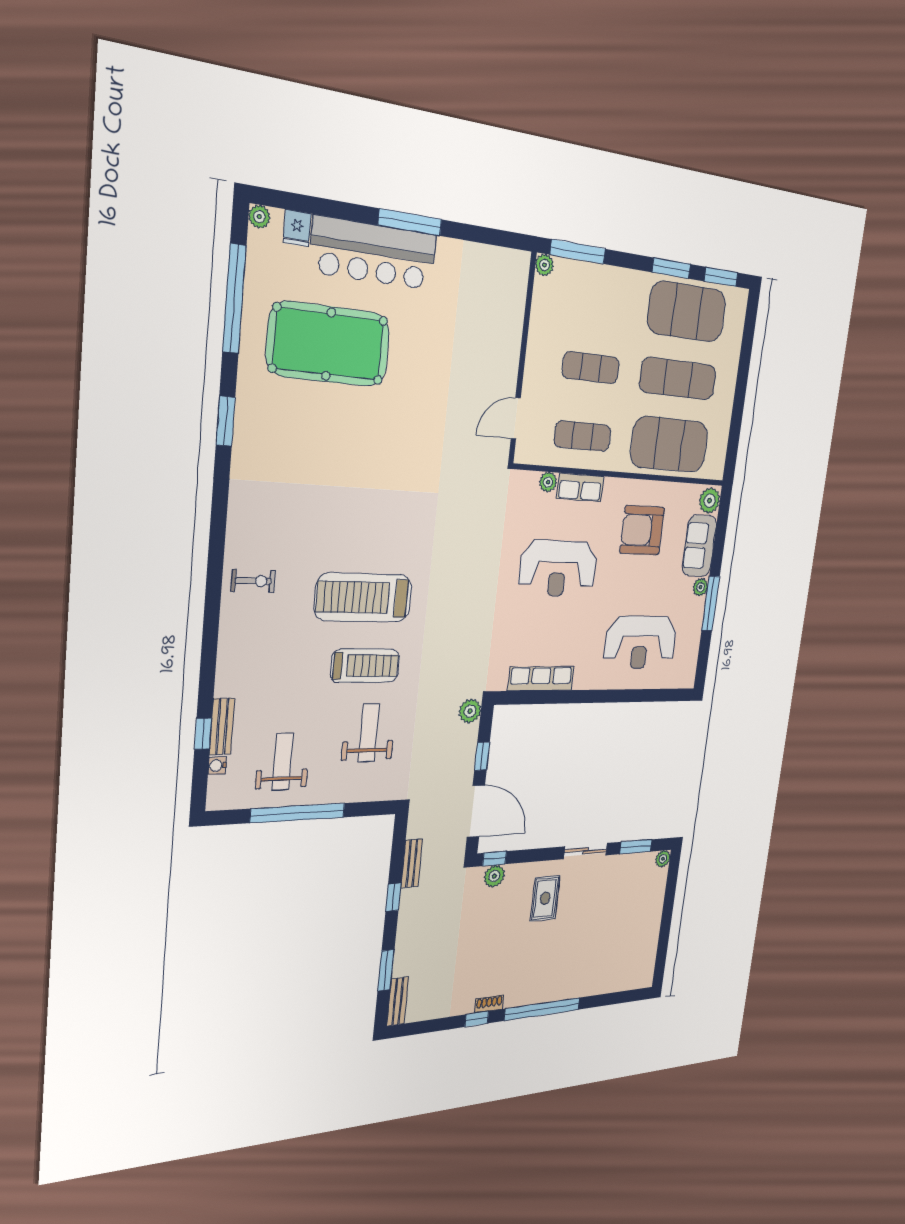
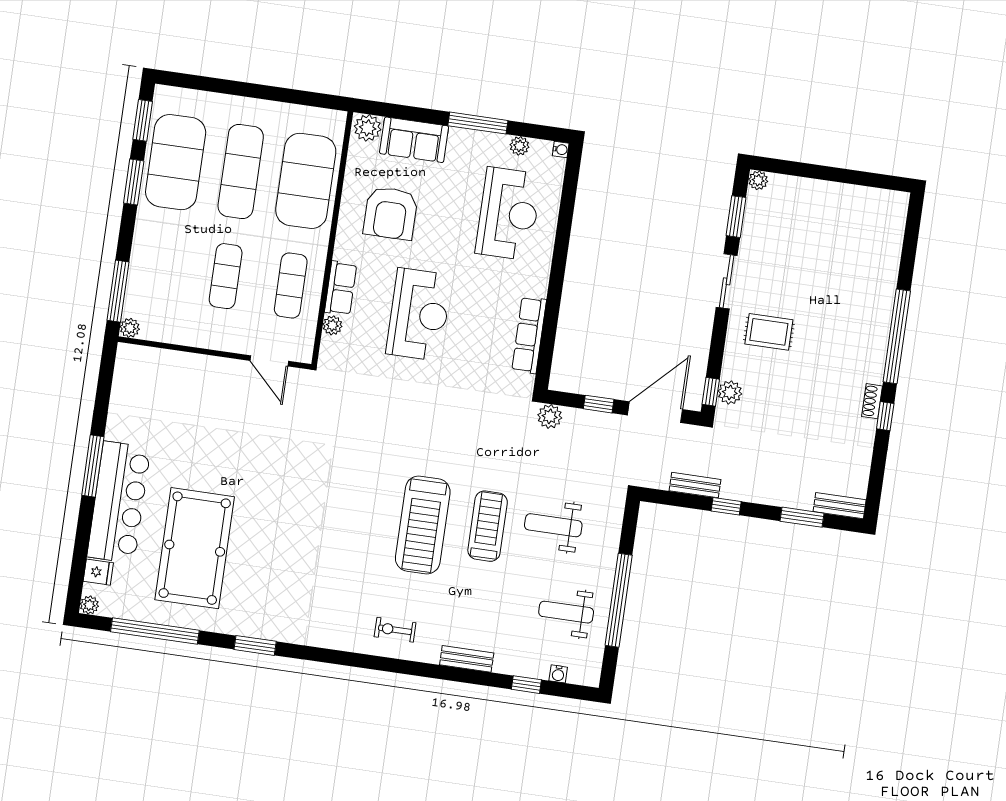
exercise bike: (253, 581) -> (395, 630), turned -90
plant: (700, 587) -> (519, 146), moved
water cooler: (689, 682) -> (561, 149), added
bench: (222, 727) -> (467, 659), moved

